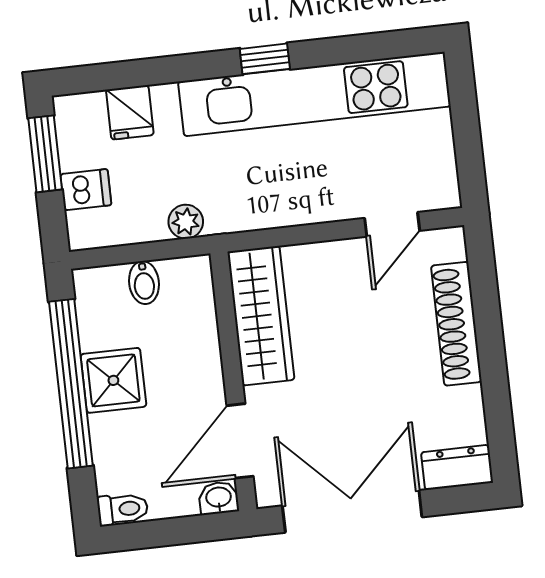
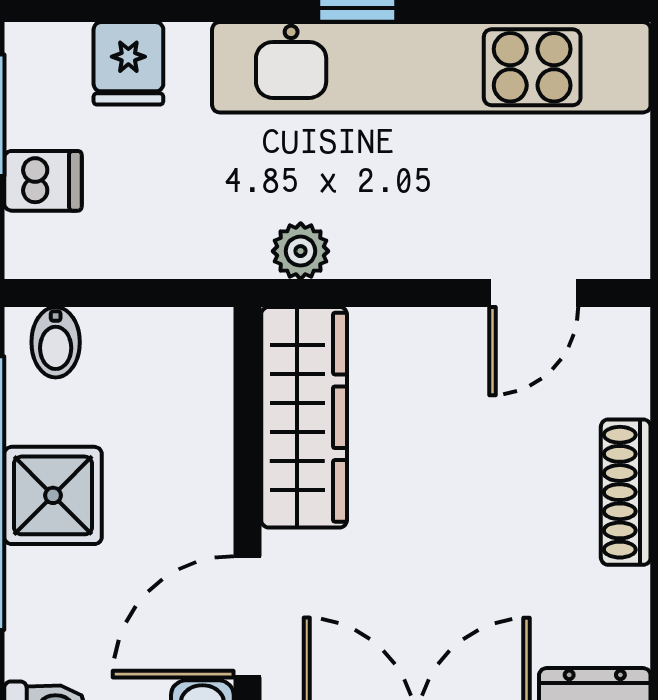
plant: (186, 222) -> (301, 251), moved
bidet: (144, 283) -> (56, 342), moved
shoe rack: (456, 324) -> (626, 492), width x0.74, depth x0.81

